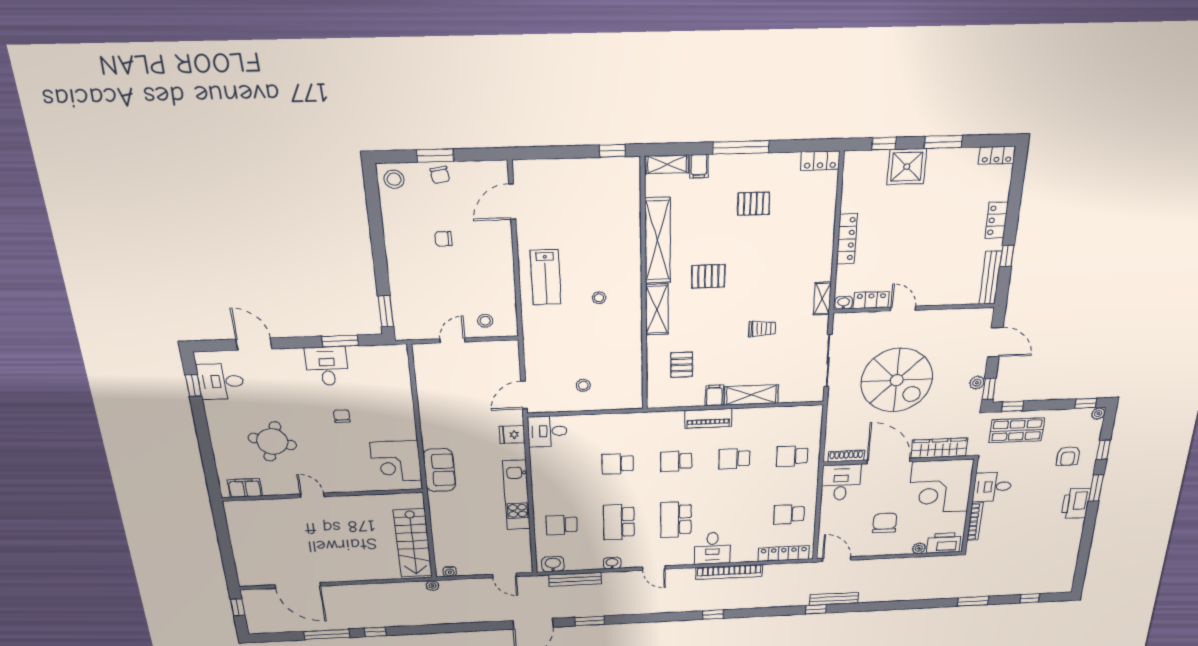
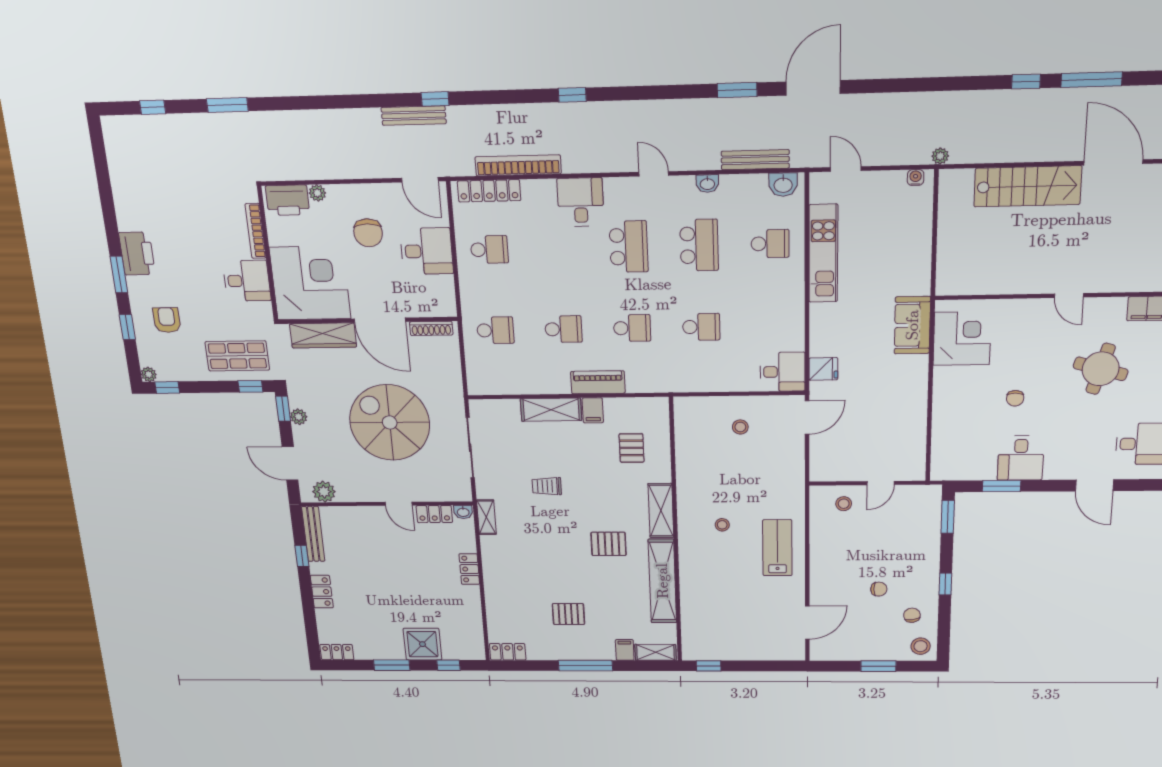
chair: (440, 175) -> (912, 615), moved
locker: (847, 239) -> (469, 569), width x0.66
window: (378, 246) -> (945, 584), added
plant: (970, 318) -> (324, 492), added
desk: (841, 482) -> (427, 251), moved, turned -90
kitchen unit: (517, 495) -> (823, 253), moved
stairs: (413, 543) -> (1028, 186), moved, turned 90
bookcase: (729, 572) -> (518, 165), moved

